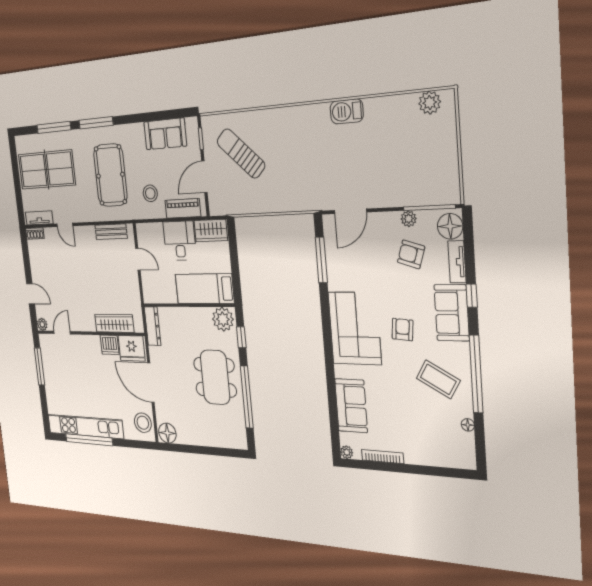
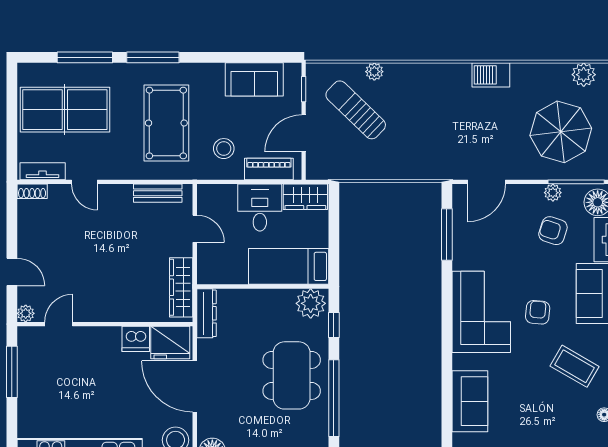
plant: (252, 118) -> (374, 72), added
parasol: (412, 160) -> (561, 132), added
wardrobe: (114, 323) -> (181, 287), moved, turned -90

